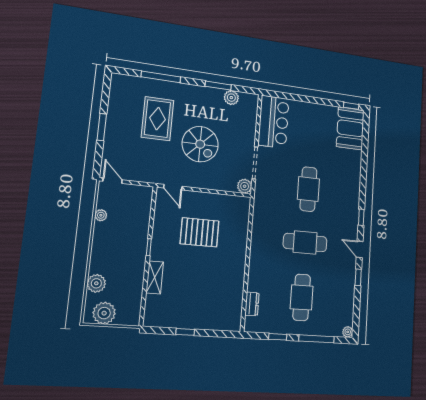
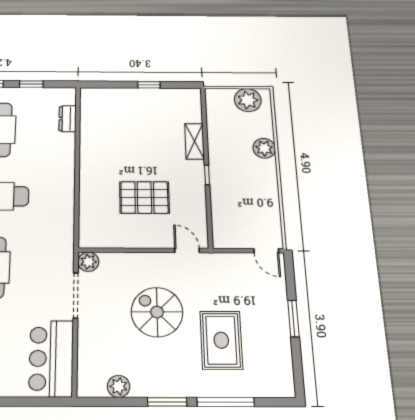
window: (218, 86) -> (167, 402), moved
plant: (101, 215) -> (273, 207), removed
plant: (96, 283) -> (264, 148), moved

